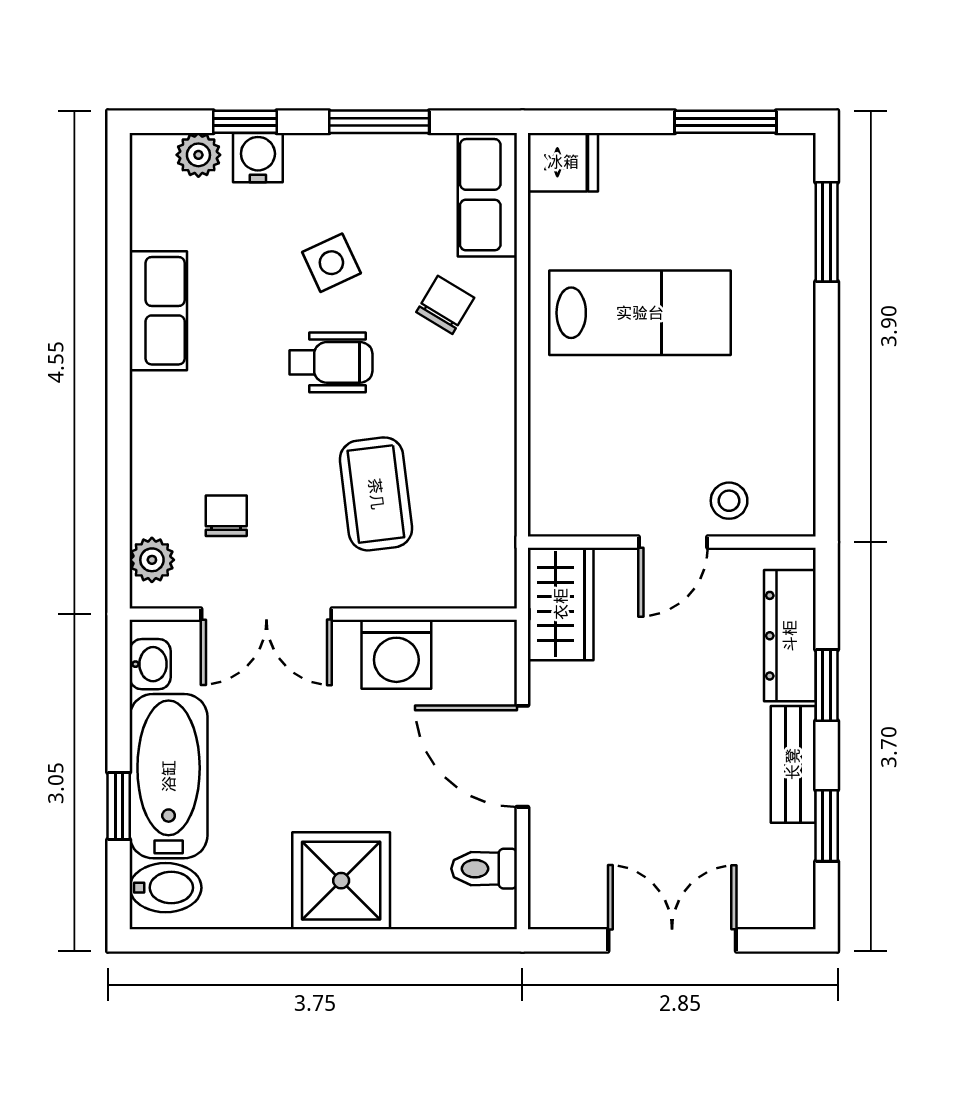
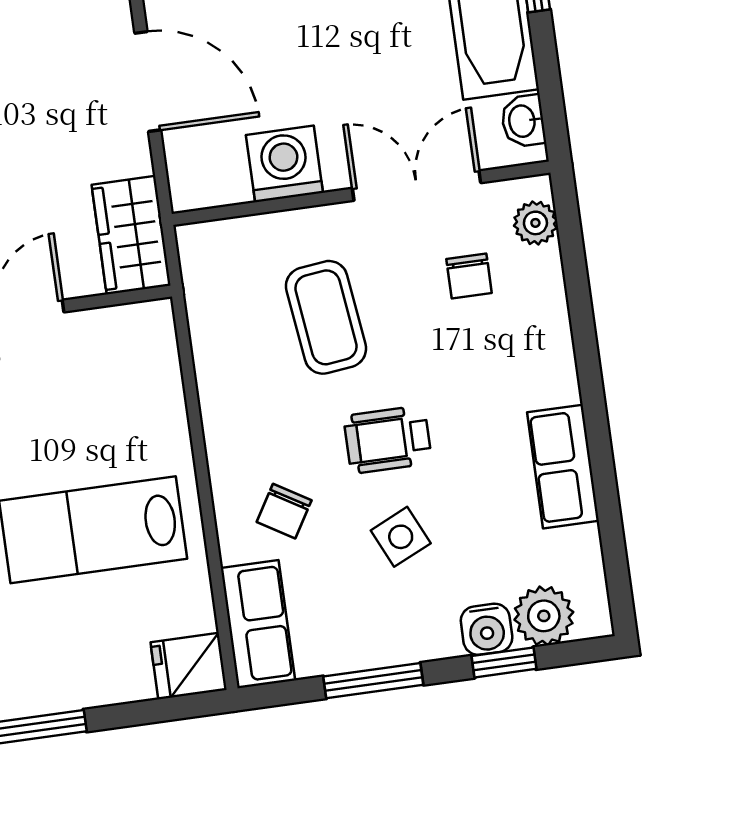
plant: (198, 155) -> (544, 616), width x1.38, depth x1.38

